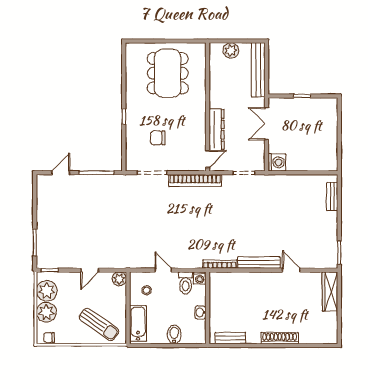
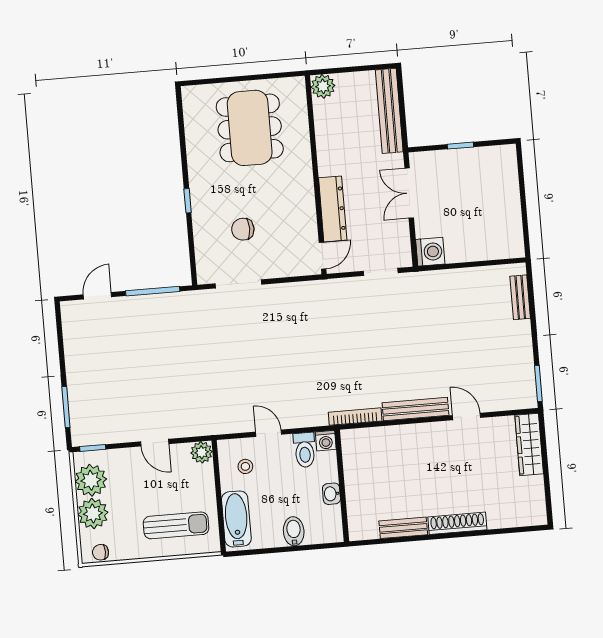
plant: (231, 50) -> (323, 86), moved
bookcase: (195, 180) -> (306, 290), removed
door: (90, 270) -> (155, 443), hinge flipped
sun lounger: (99, 324) -> (176, 525), turned -35
bench: (230, 338) -> (403, 528), moved

